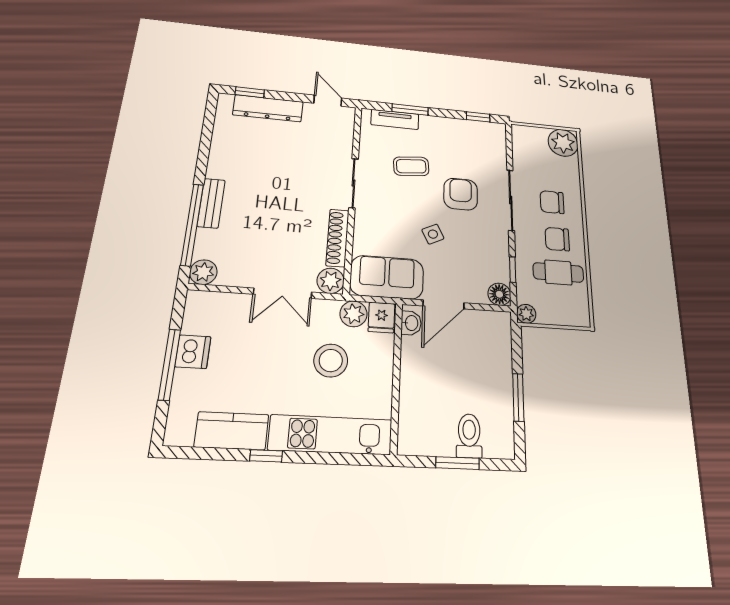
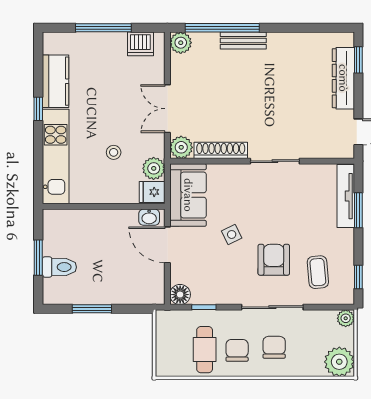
tv unit: (395, 119) -> (346, 196), width x1.41
coffee table: (411, 166) -> (318, 272), moved
armchair: (461, 194) -> (274, 260), turned -90
plant: (526, 314) -> (346, 318), moved
dishwasher: (193, 352) -> (140, 44), moved
stool: (331, 360) -> (114, 152), width x0.53, depth x0.53

